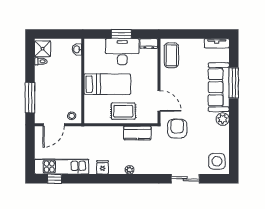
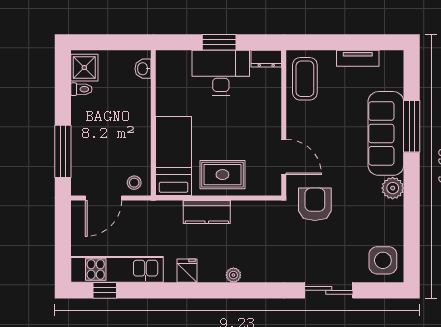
tv unit: (217, 43) -> (358, 58), moved
bed: (107, 84) -> (174, 156), moved, turned -90
kitchen counter: (137, 133) -> (207, 212), moved

